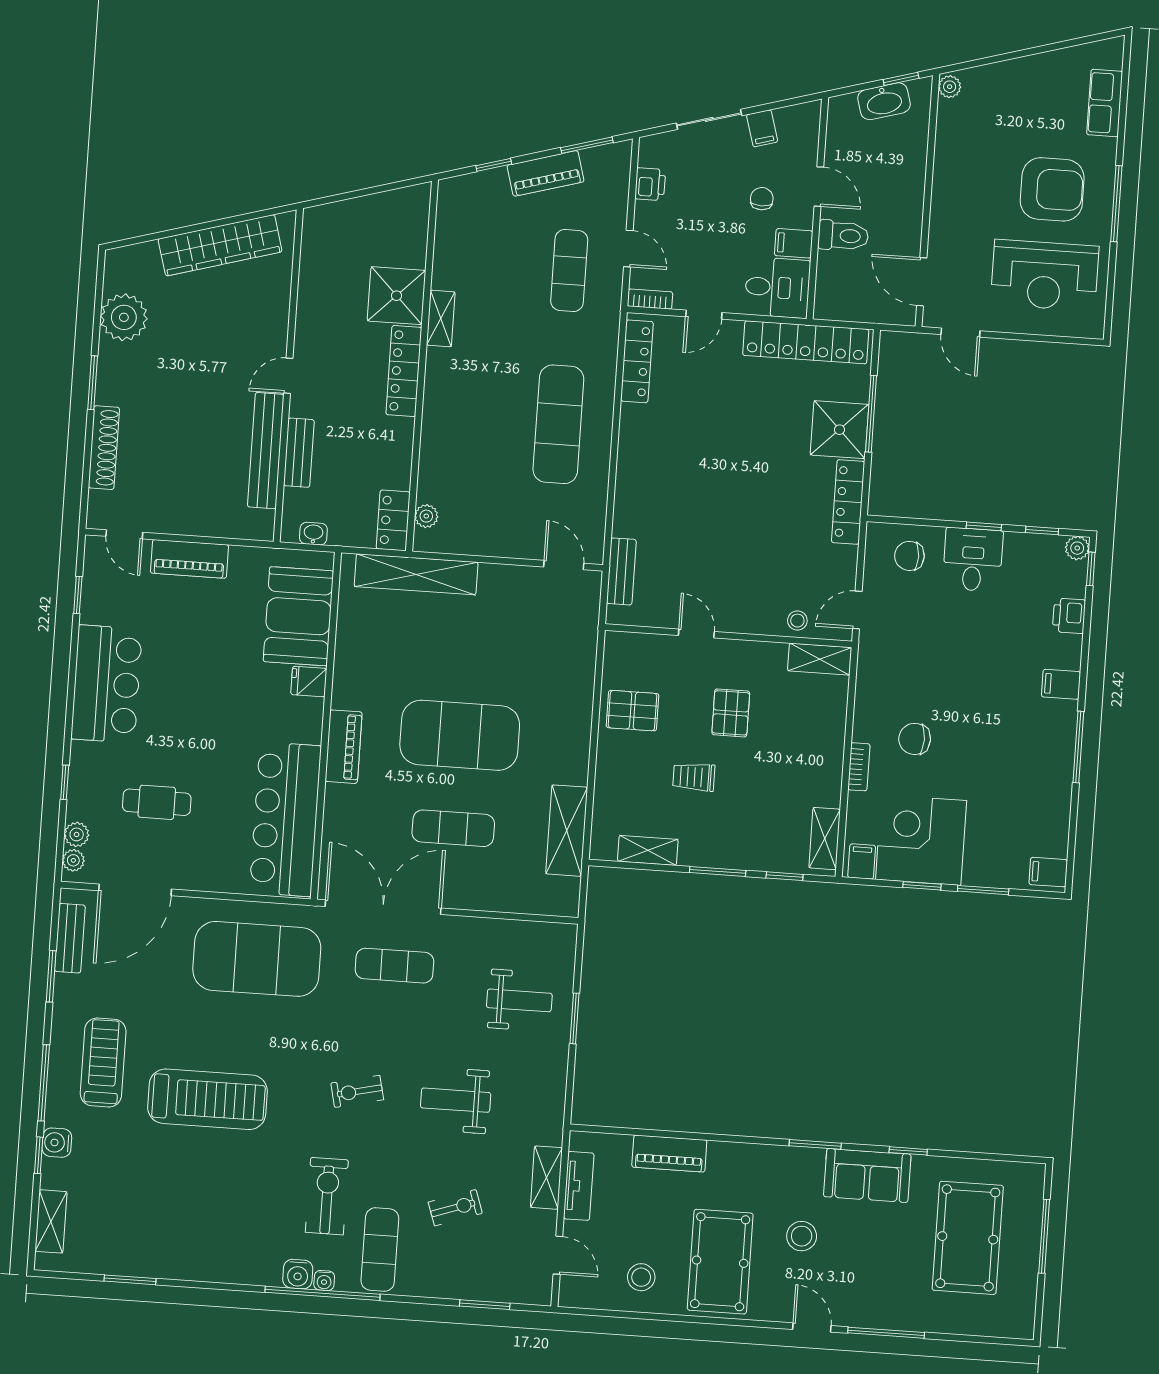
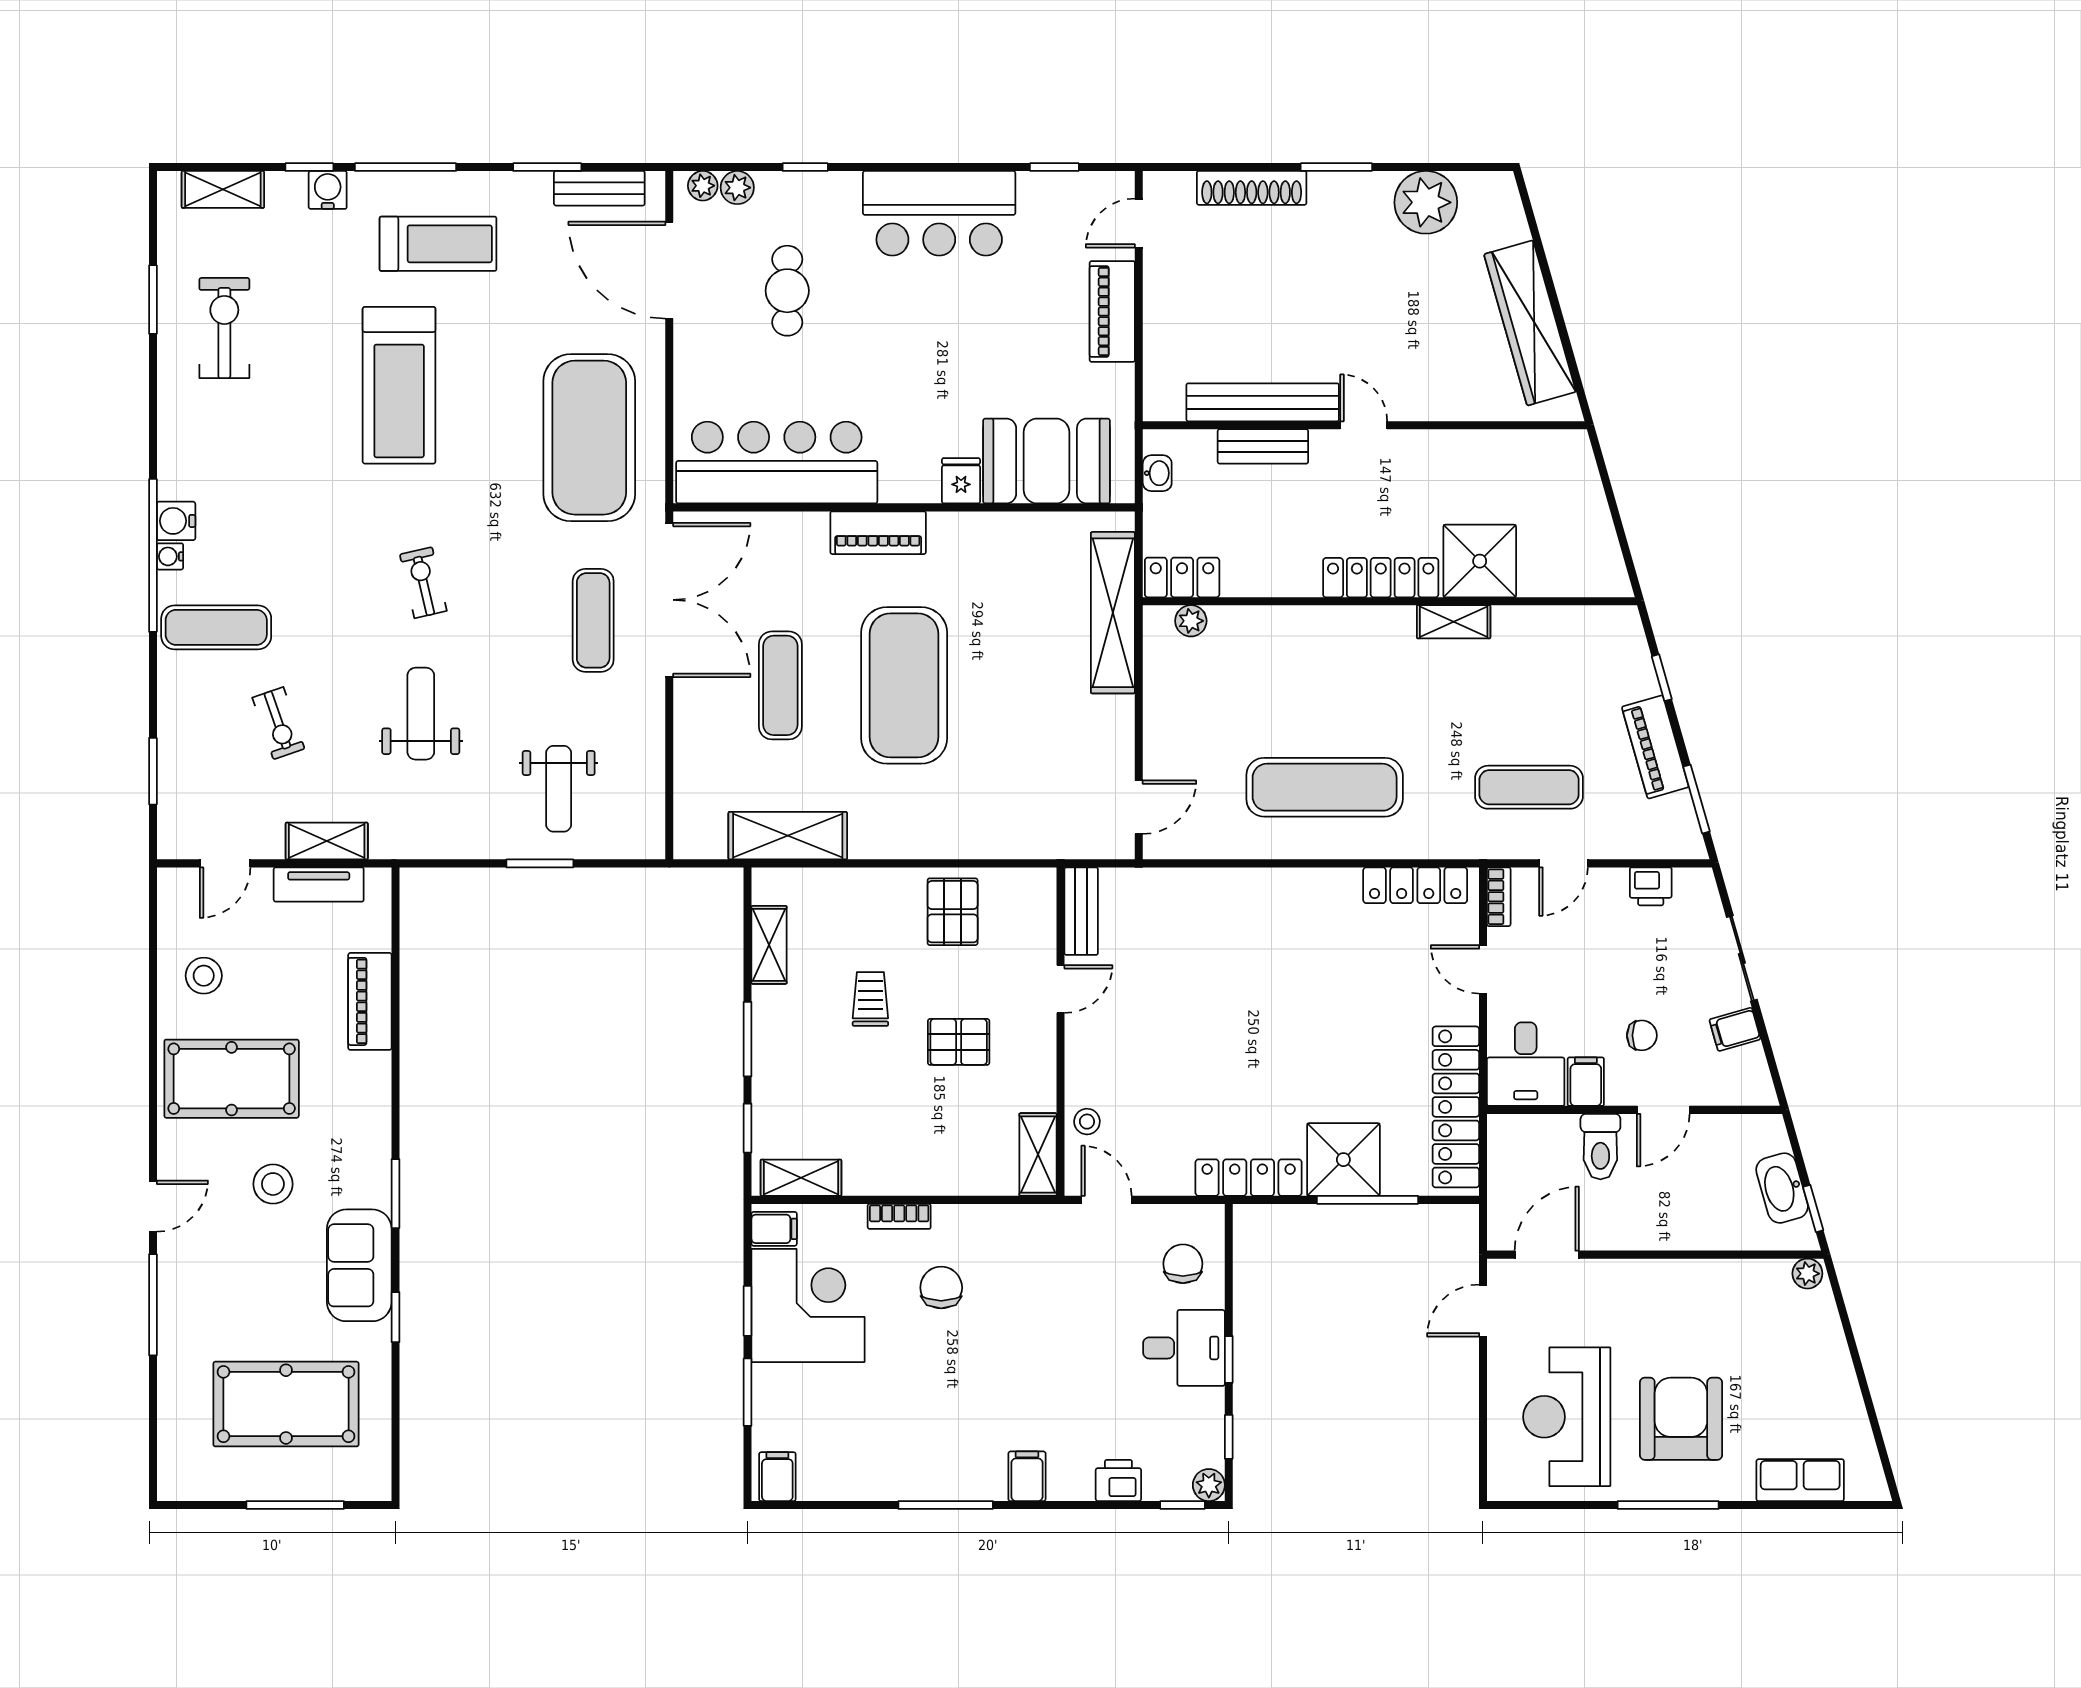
armchair: (1052, 189) -> (1681, 1419), turned 180
bench: (621, 571) -> (1081, 911), moved, turned 90
exercise bike: (327, 1196) -> (224, 328), moved, turned -90

